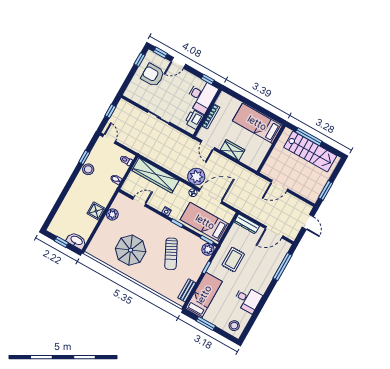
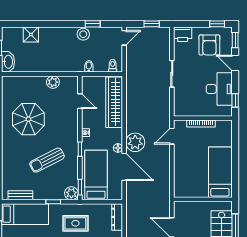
armchair: (153, 75) -> (209, 45), turned 180
desk: (201, 96) -> (219, 89), moved, turned -90
printer: (194, 119) -> (183, 34), moved, turned 180
wardrobe: (232, 150) -> (180, 163), removed
shower: (96, 211) -> (31, 34), moved

